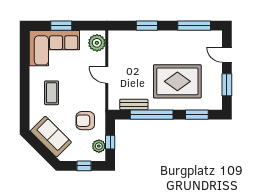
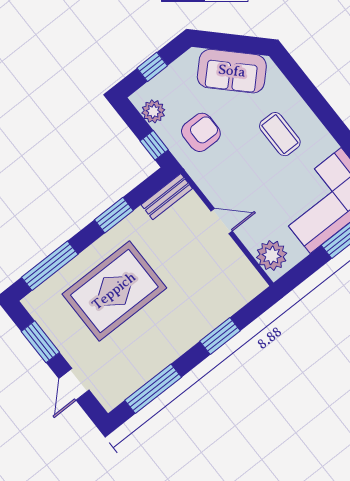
door: (227, 55) -> (74, 384), swing flipped
bench: (134, 104) -> (167, 197), moved
window: (152, 115) -> (114, 215), width x0.47
window: (197, 115) -> (50, 266), width x1.44
window: (110, 142) -> (154, 145), moved

